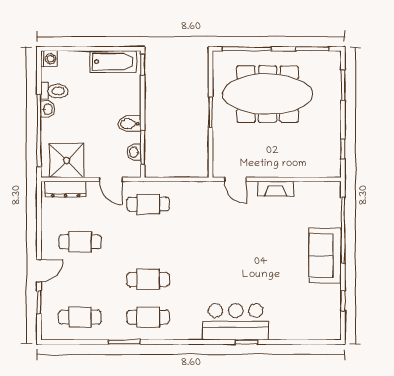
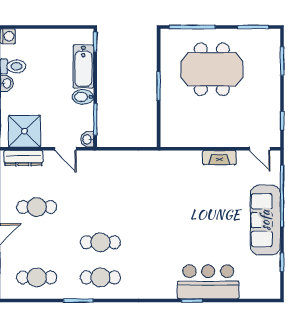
bathtub: (113, 62) -> (83, 66), moved, turned 90
meeting table: (268, 94) -> (212, 69), width x0.73
washbasin: (134, 152) -> (87, 139), moved
door: (235, 179) -> (260, 149), moved
cafe table: (148, 204) -> (100, 172), removed
sofa: (325, 256) -> (265, 220), width x1.36
bar counter: (236, 322) -> (208, 282), moved

